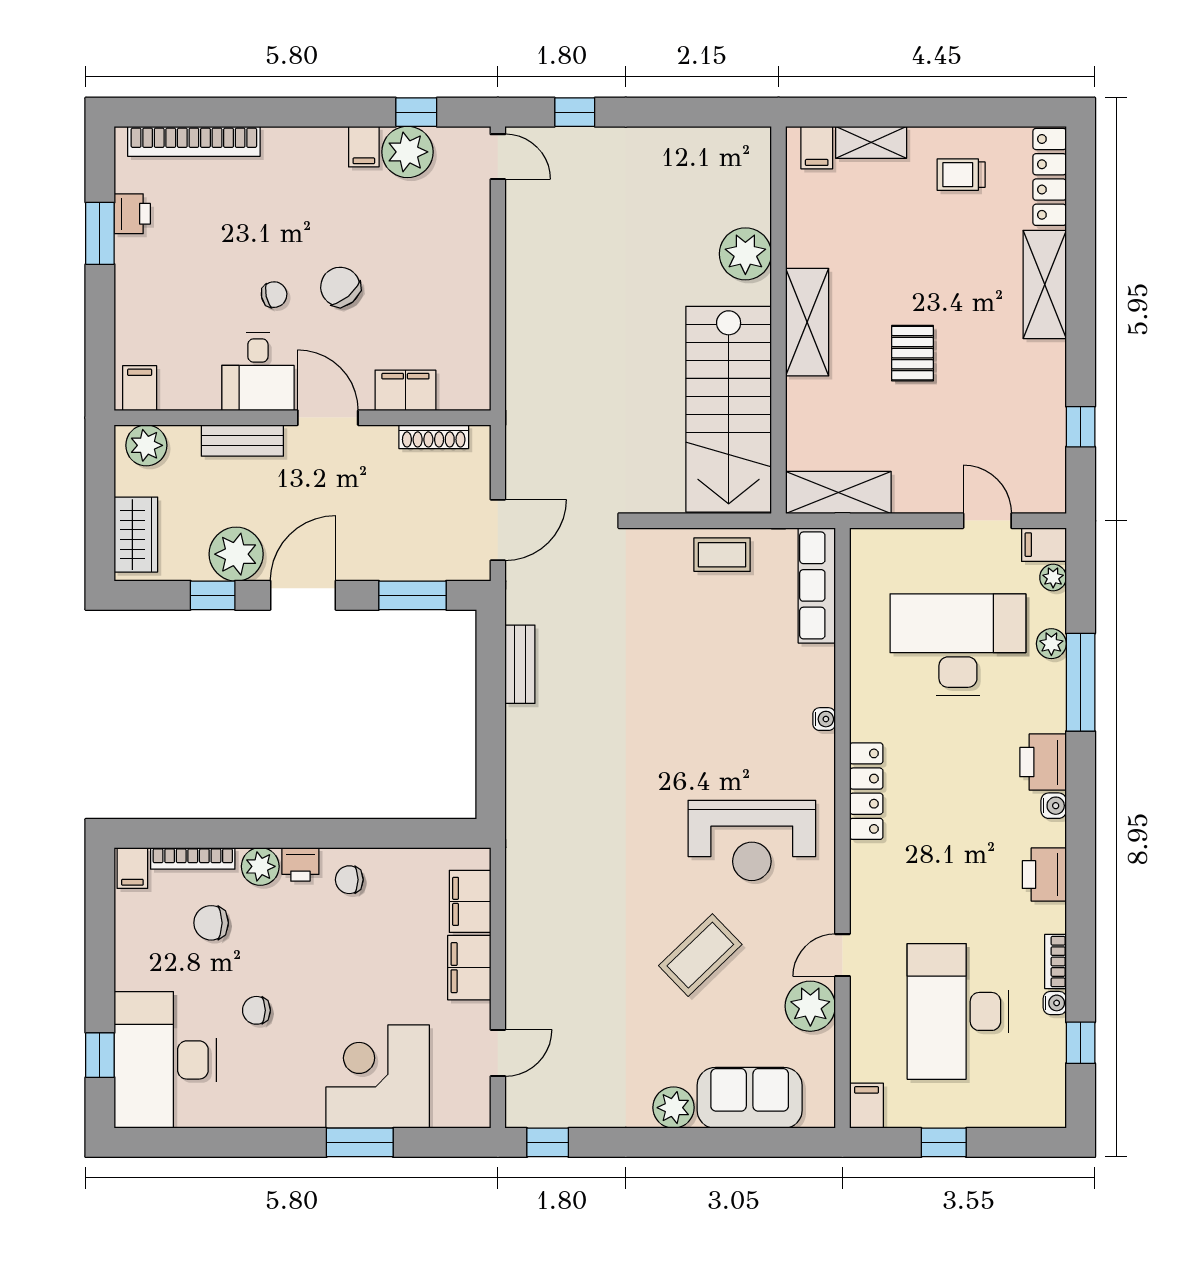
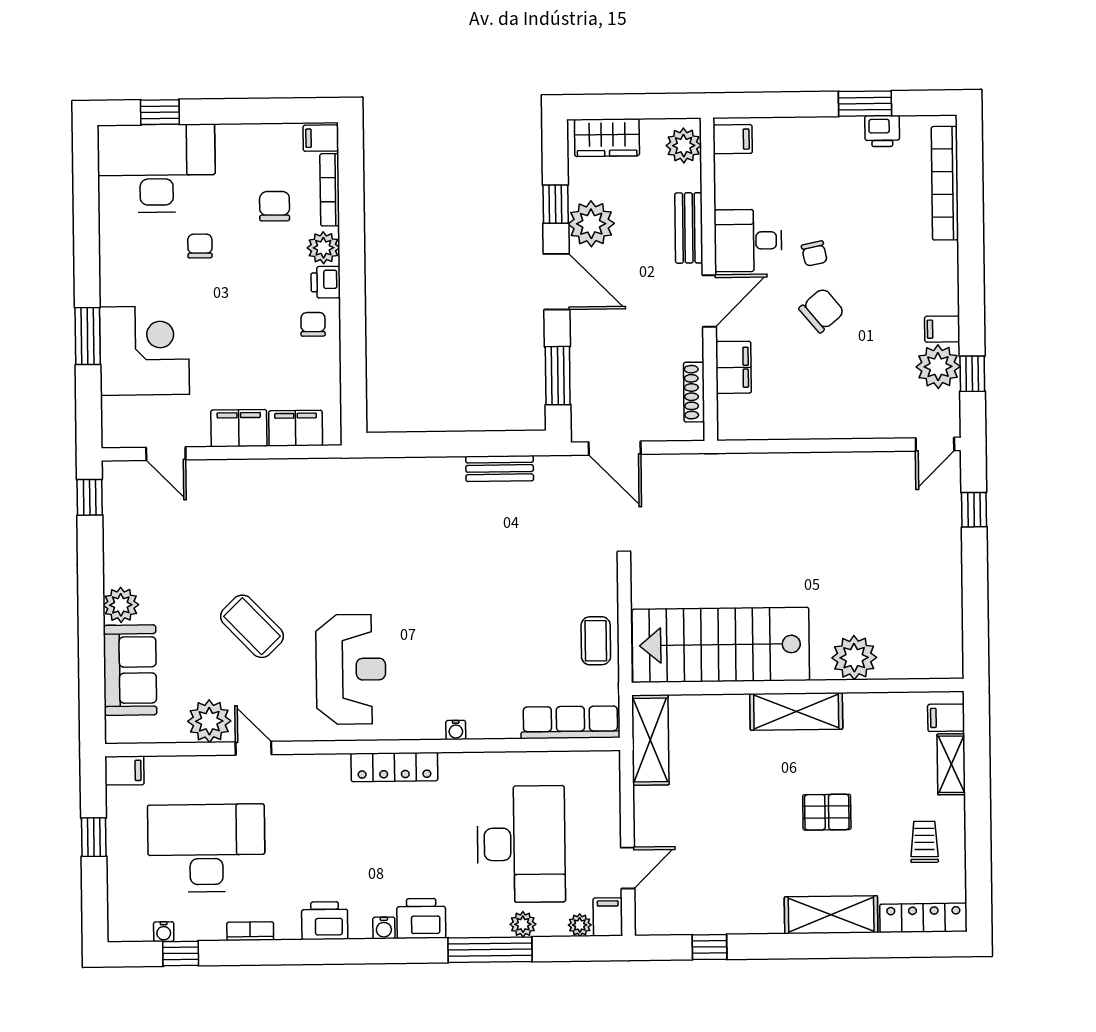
pallet: (912, 353) -> (827, 812), moved
reception desk: (752, 840) -> (351, 669), turned 180
water cooler: (1055, 1003) -> (164, 932), moved

